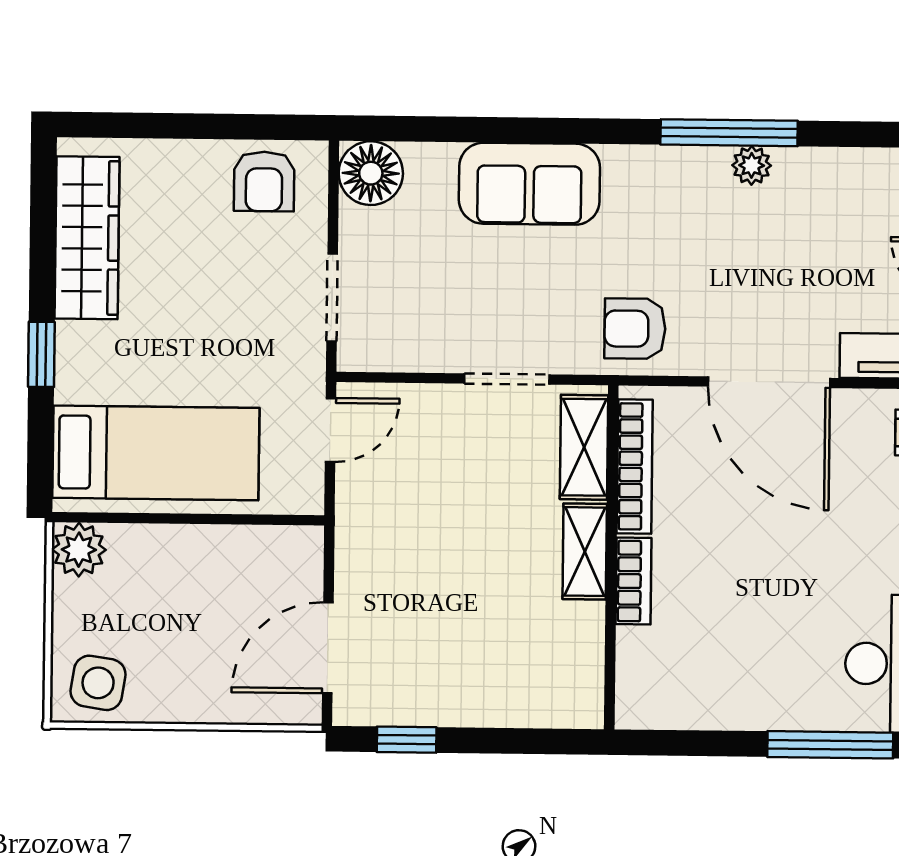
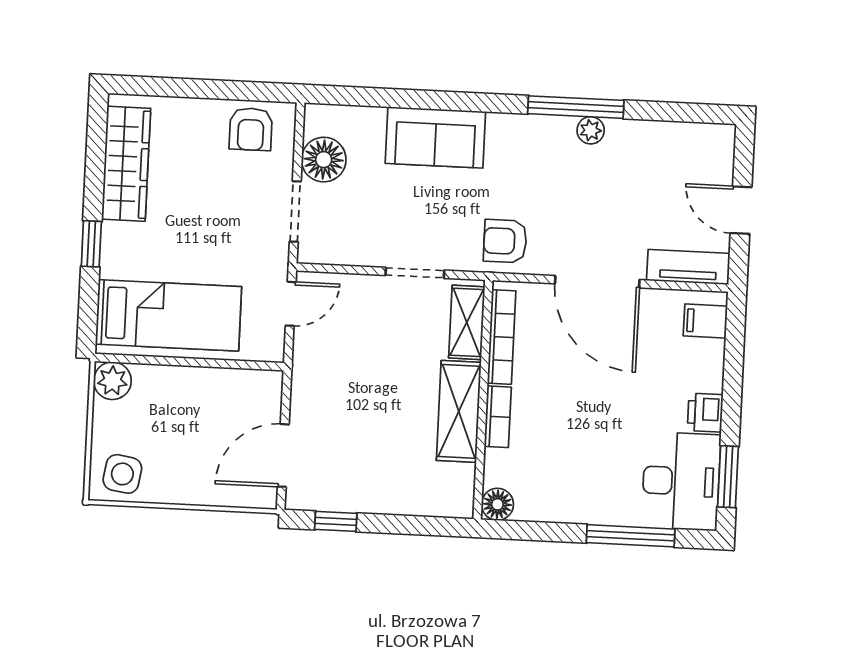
floor lamp: (371, 173) -> (324, 160), moved
shelving: (585, 552) -> (459, 411), width x1.50, depth x1.33
floor lamp: (638, 707) -> (497, 504), added

